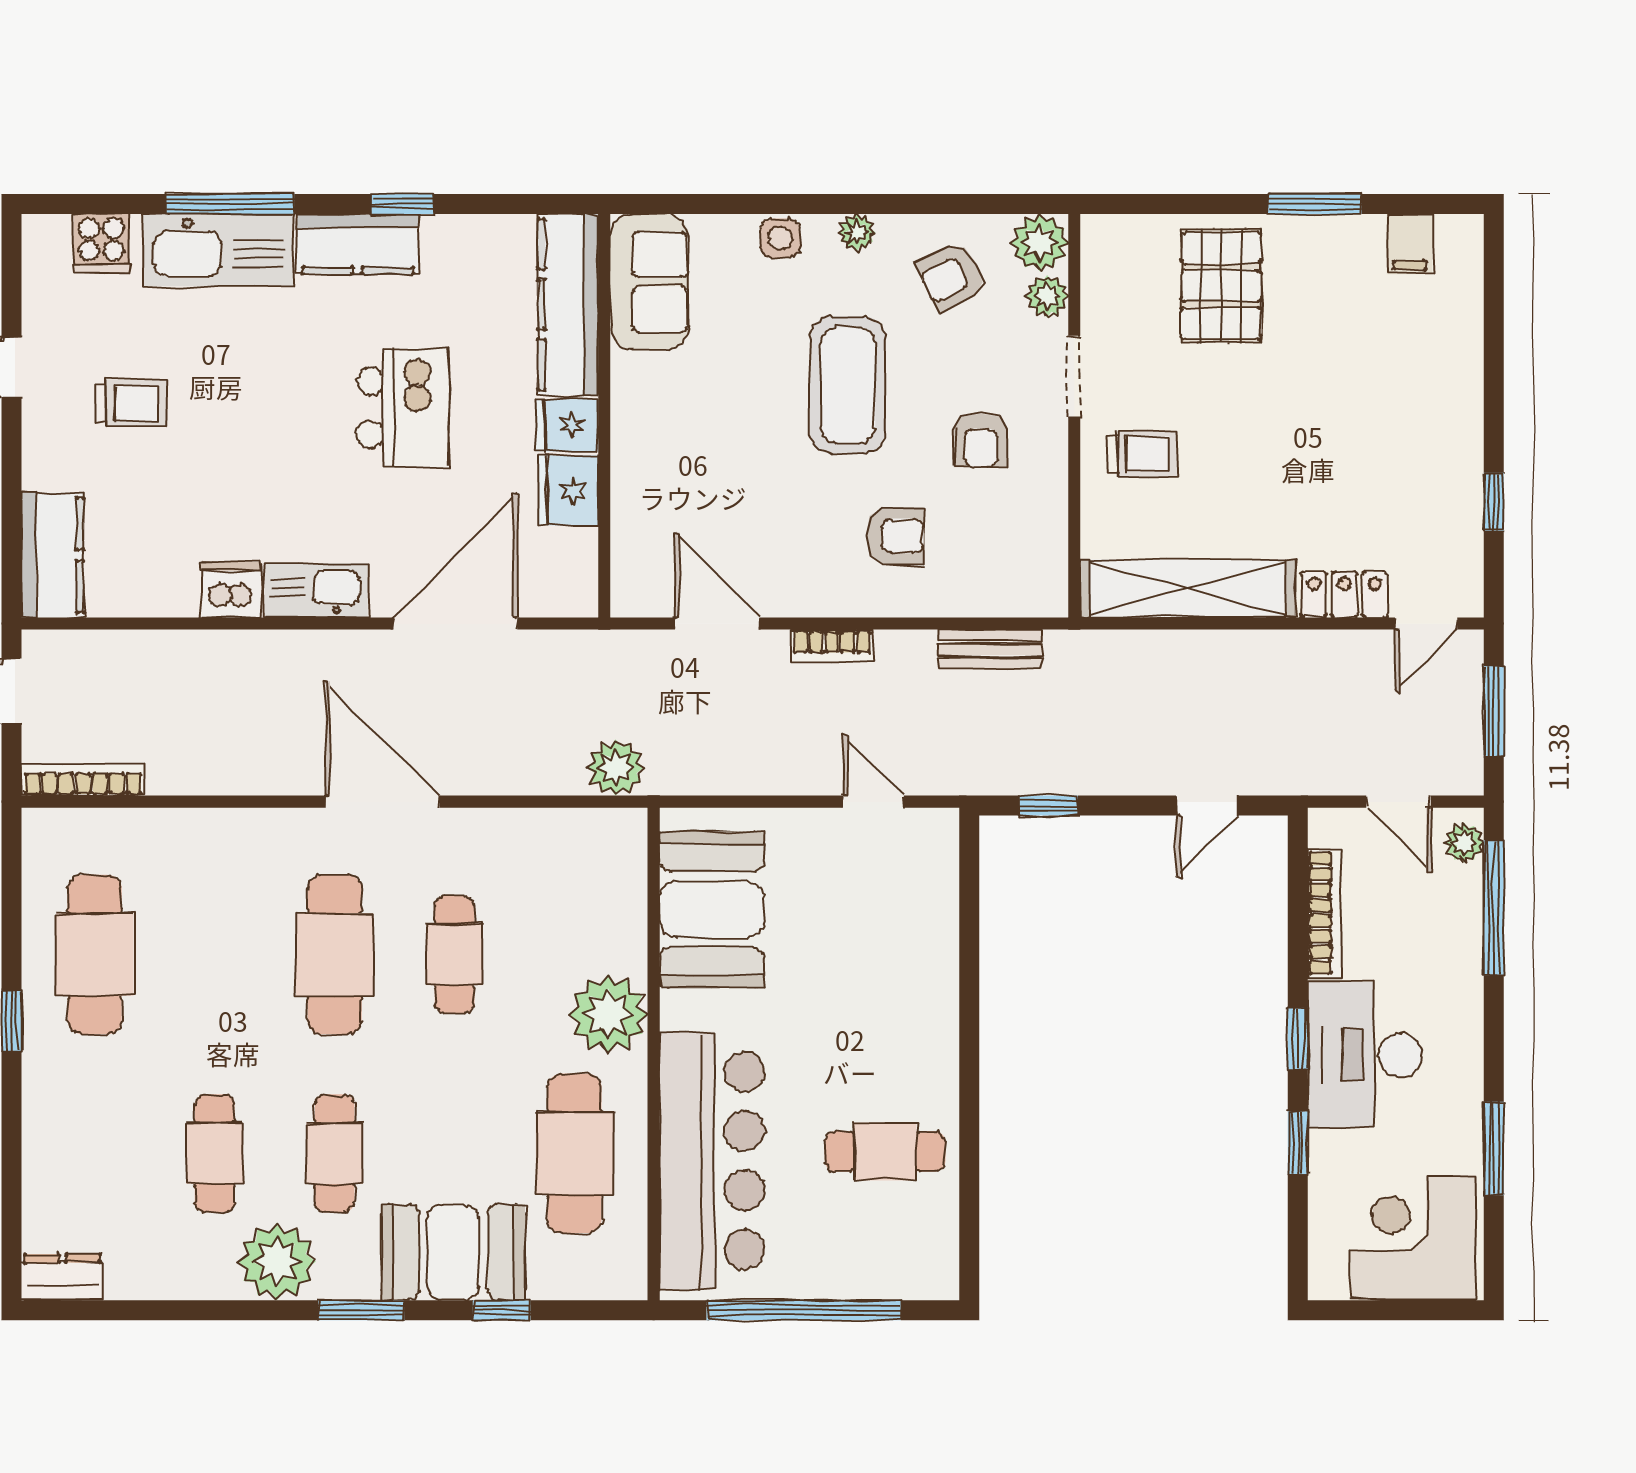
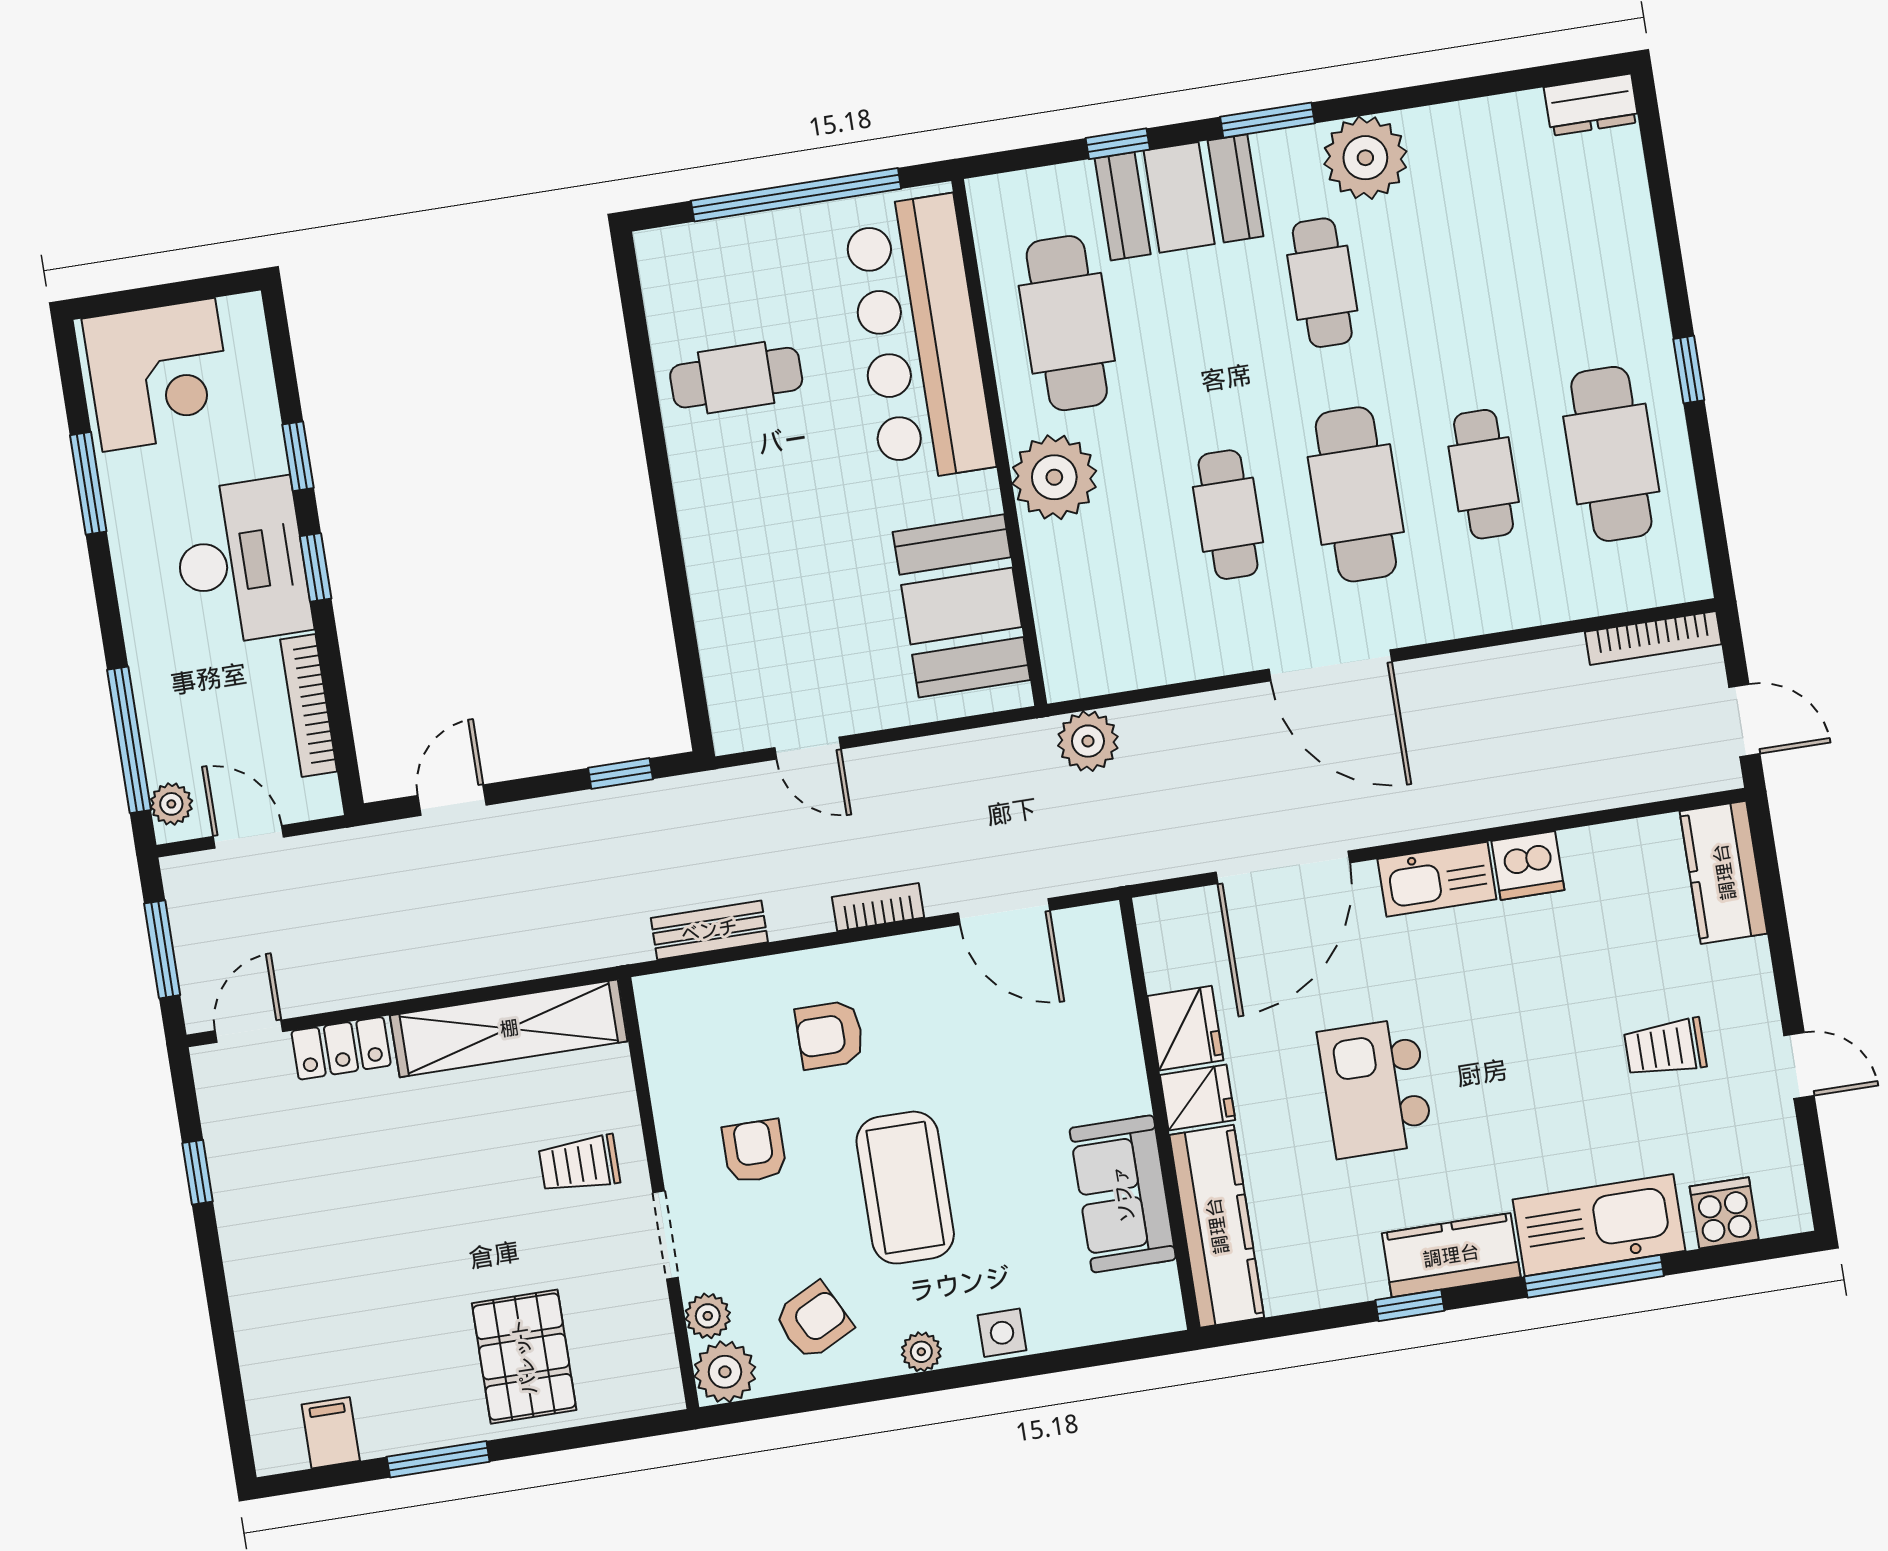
sofa: (650, 282) -> (1123, 1194), moved
cafe table: (215, 1153) -> (1484, 474), moved

